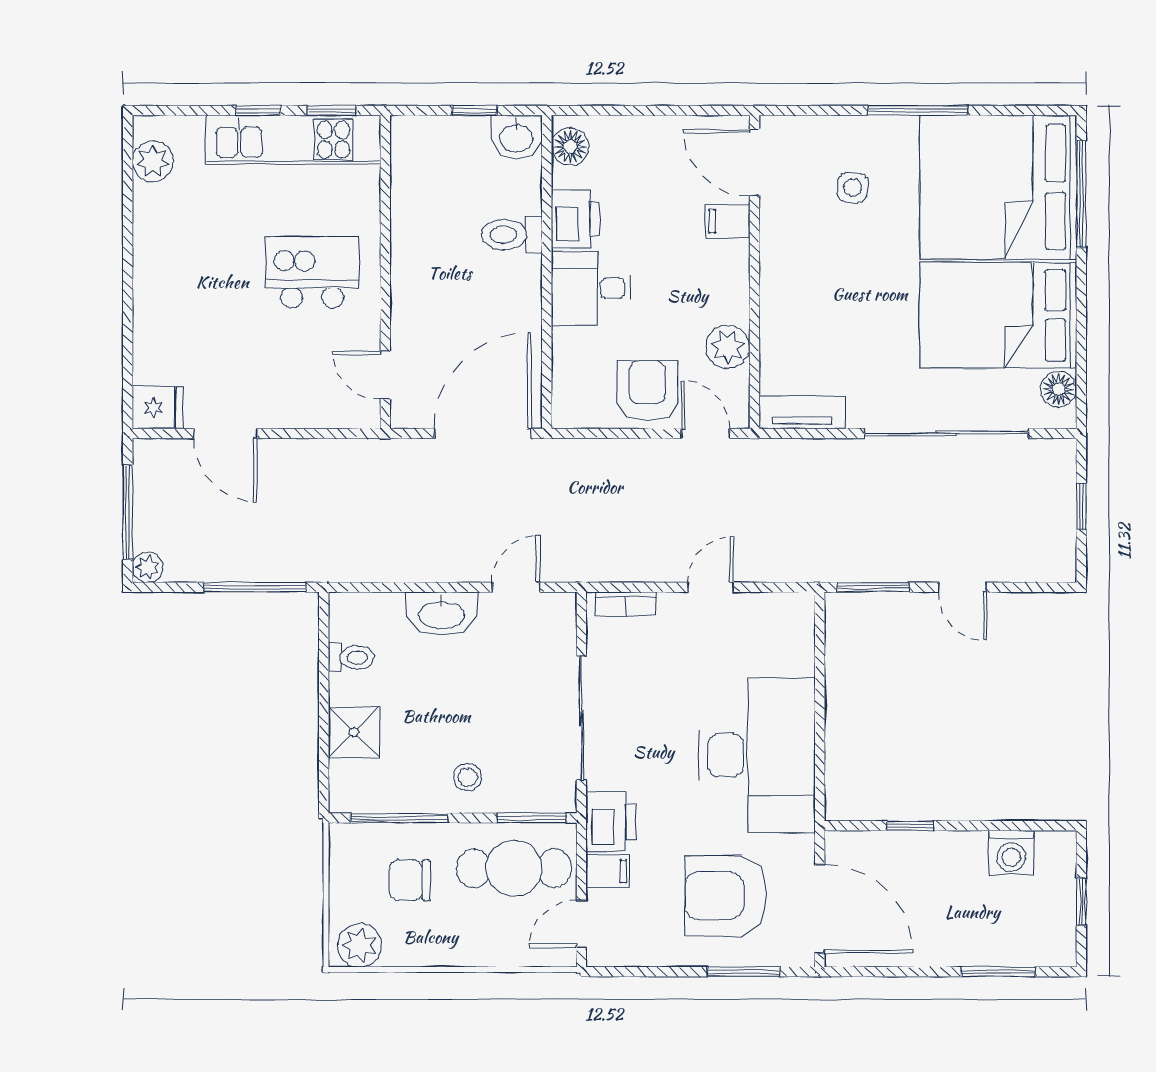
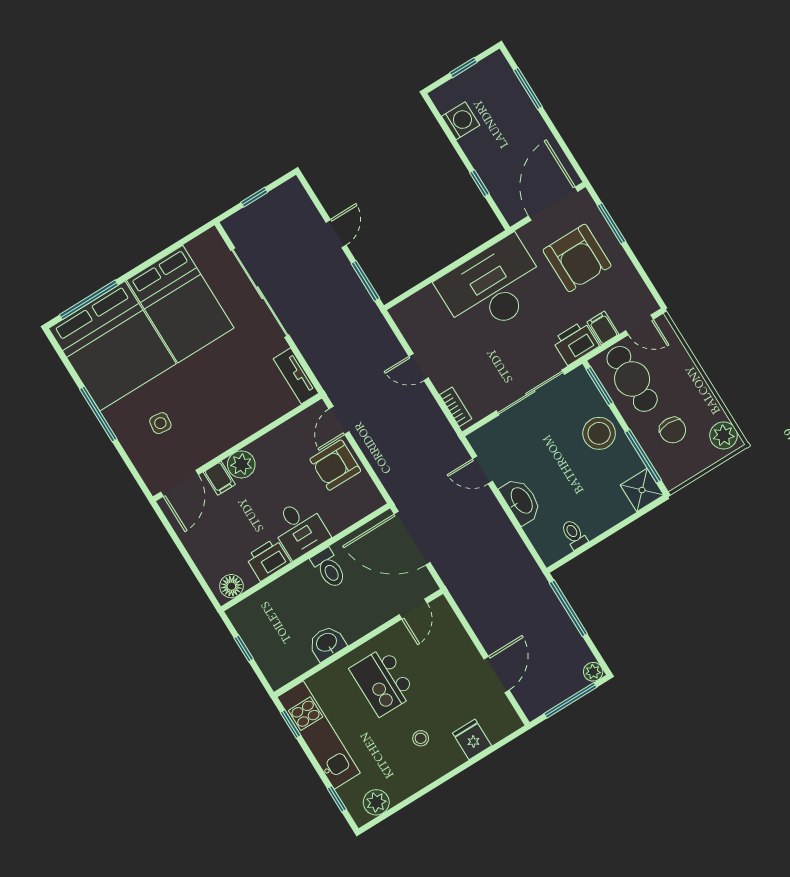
window: (258, 110) -> (337, 799), moved
washbasin: (516, 137) -> (327, 643), moved, turned -90
toilet: (512, 235) -> (329, 568), moved
stool: (203, 276) -> (421, 738), added
plant: (728, 347) -> (241, 464), moved
floor lamp: (1059, 389) -> (200, 248), removed
fridge: (158, 408) -> (472, 739), moved
shower: (354, 732) -> (642, 490), moved
stool: (468, 777) -> (599, 433), width x1.89, depth x1.89

